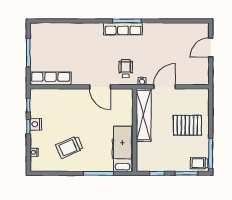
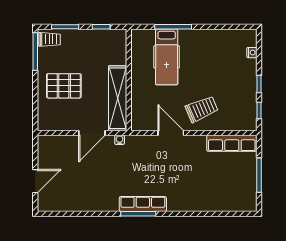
wheelchair: (126, 68) -> (140, 156), removed
nightstand: (36, 124) -> (250, 87), removed
trolley: (69, 147) -> (202, 109), moved
hospital bed: (123, 149) -> (167, 57), moved

